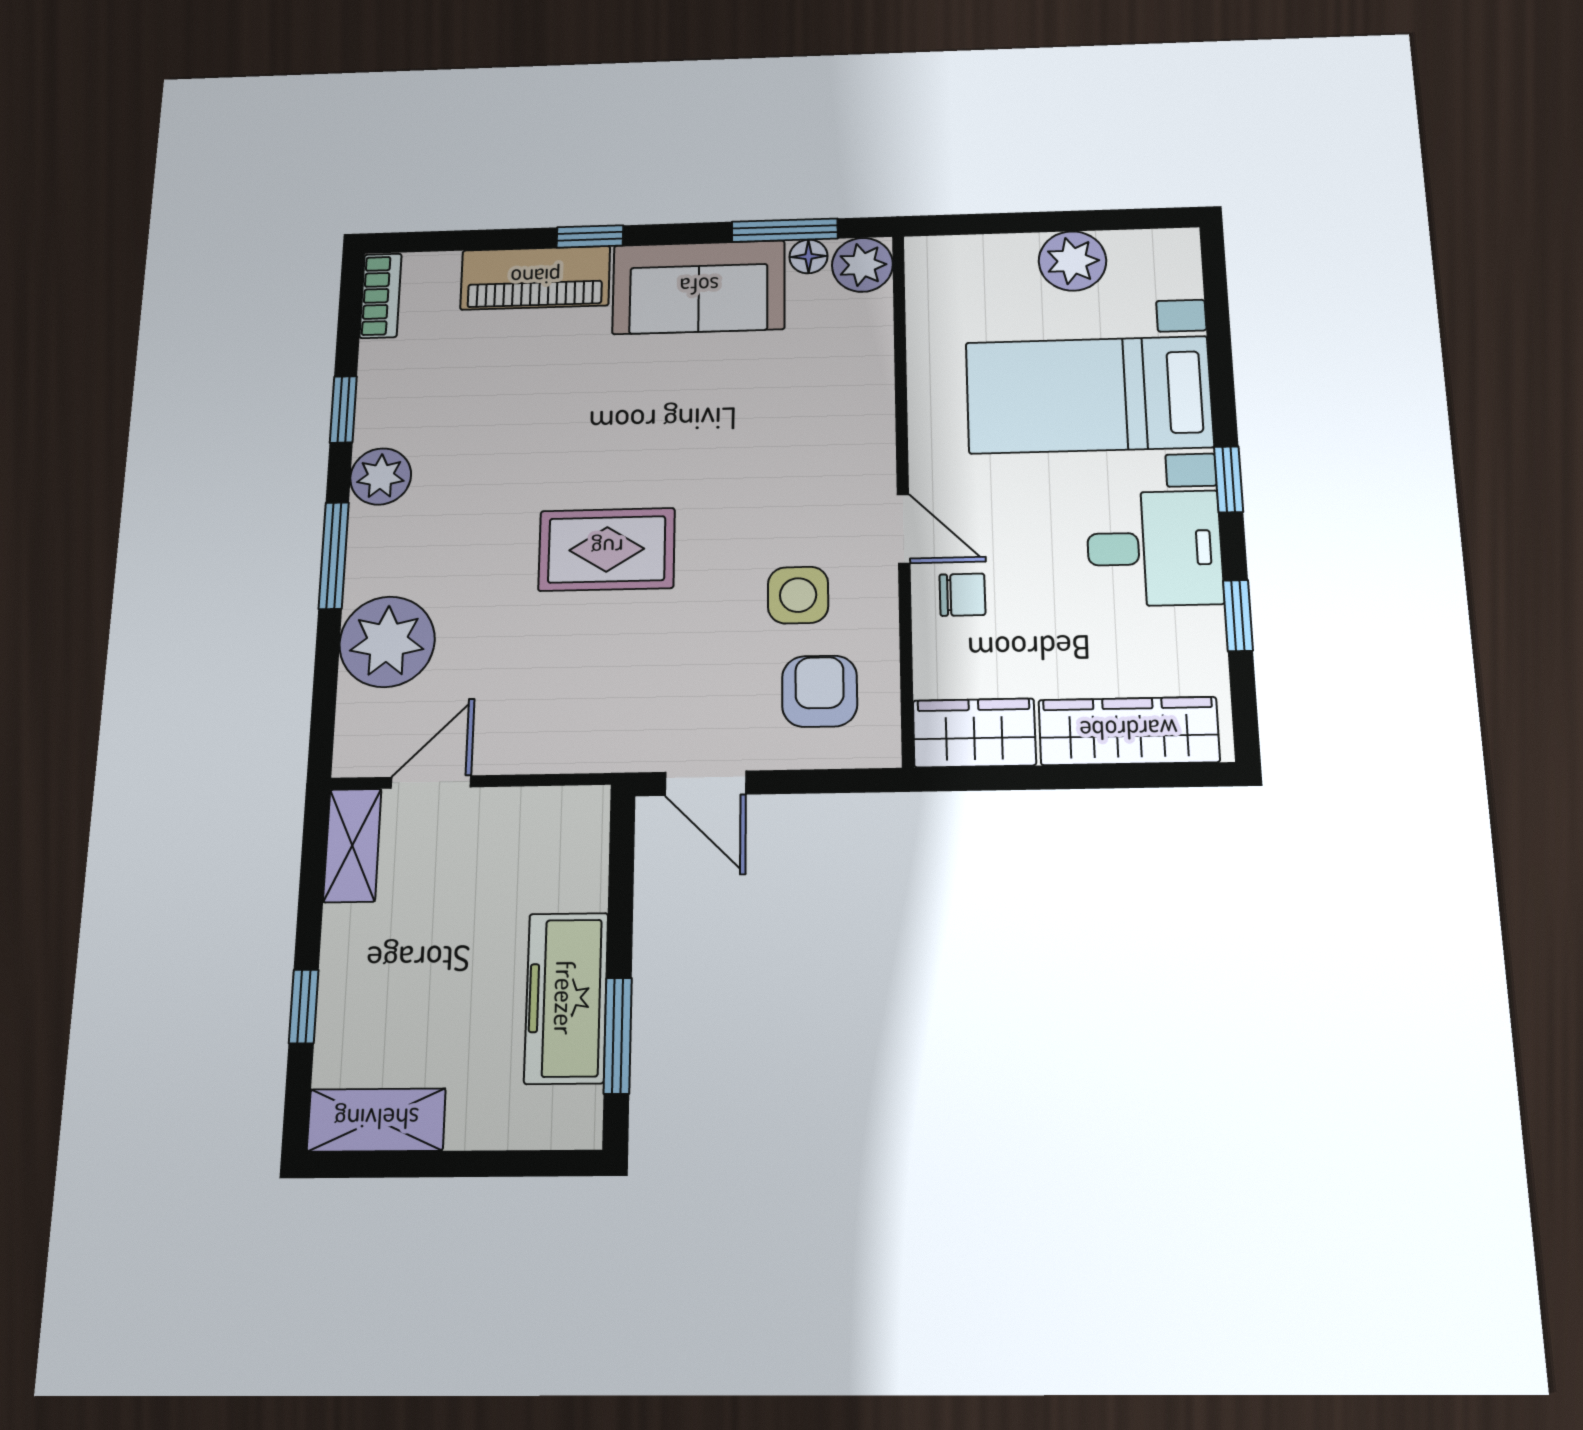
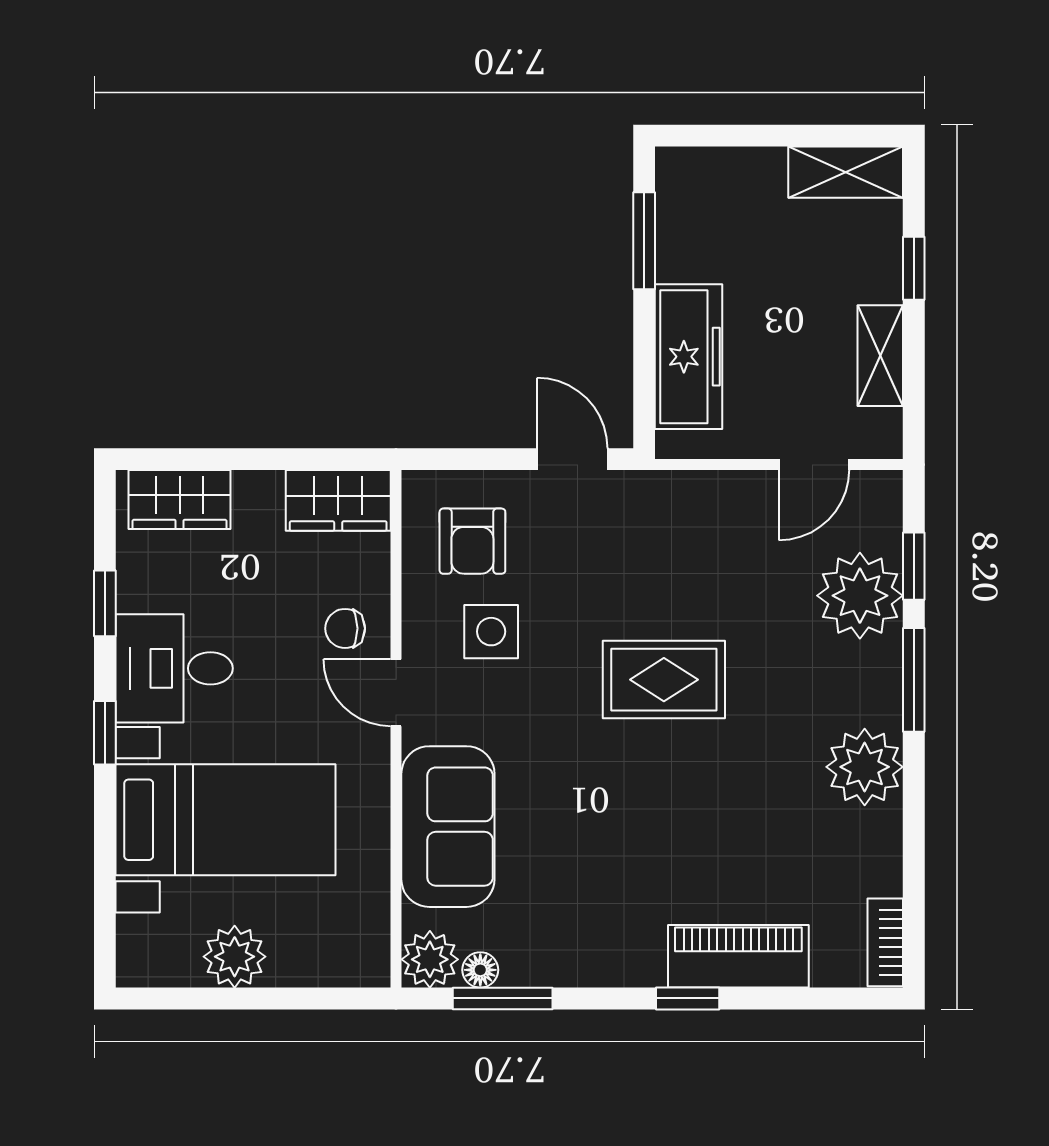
sofa: (699, 287) -> (448, 827), moved, turned 90
window: (343, 409) -> (914, 566), moved
plant: (381, 476) -> (865, 767), width x1.36, depth x1.36
wardrobe: (1129, 731) -> (180, 500), width x0.67
shelving: (352, 845) -> (880, 356), moved
freezer: (566, 998) -> (689, 357), moved

